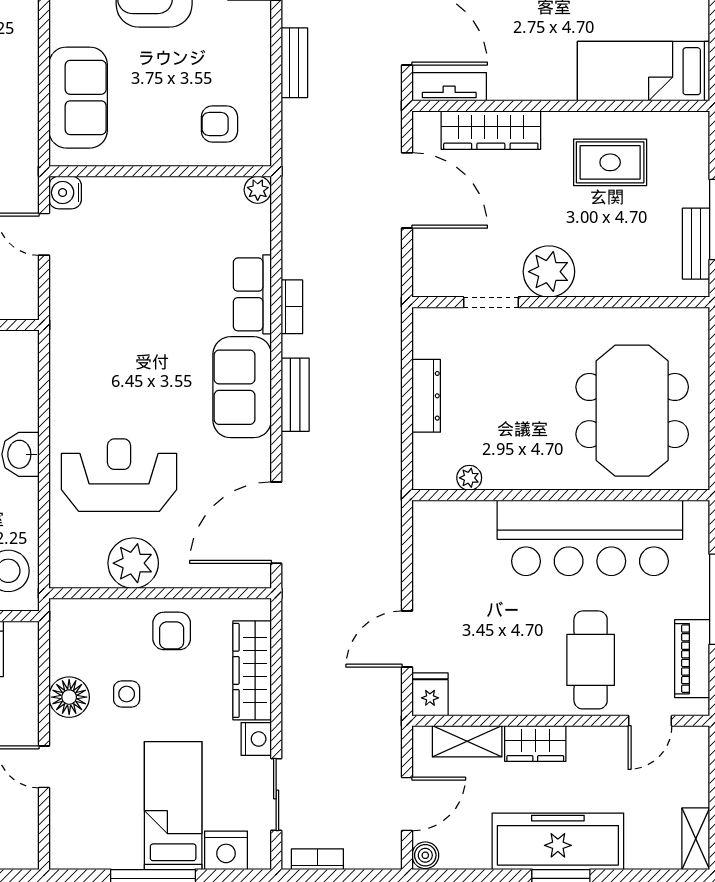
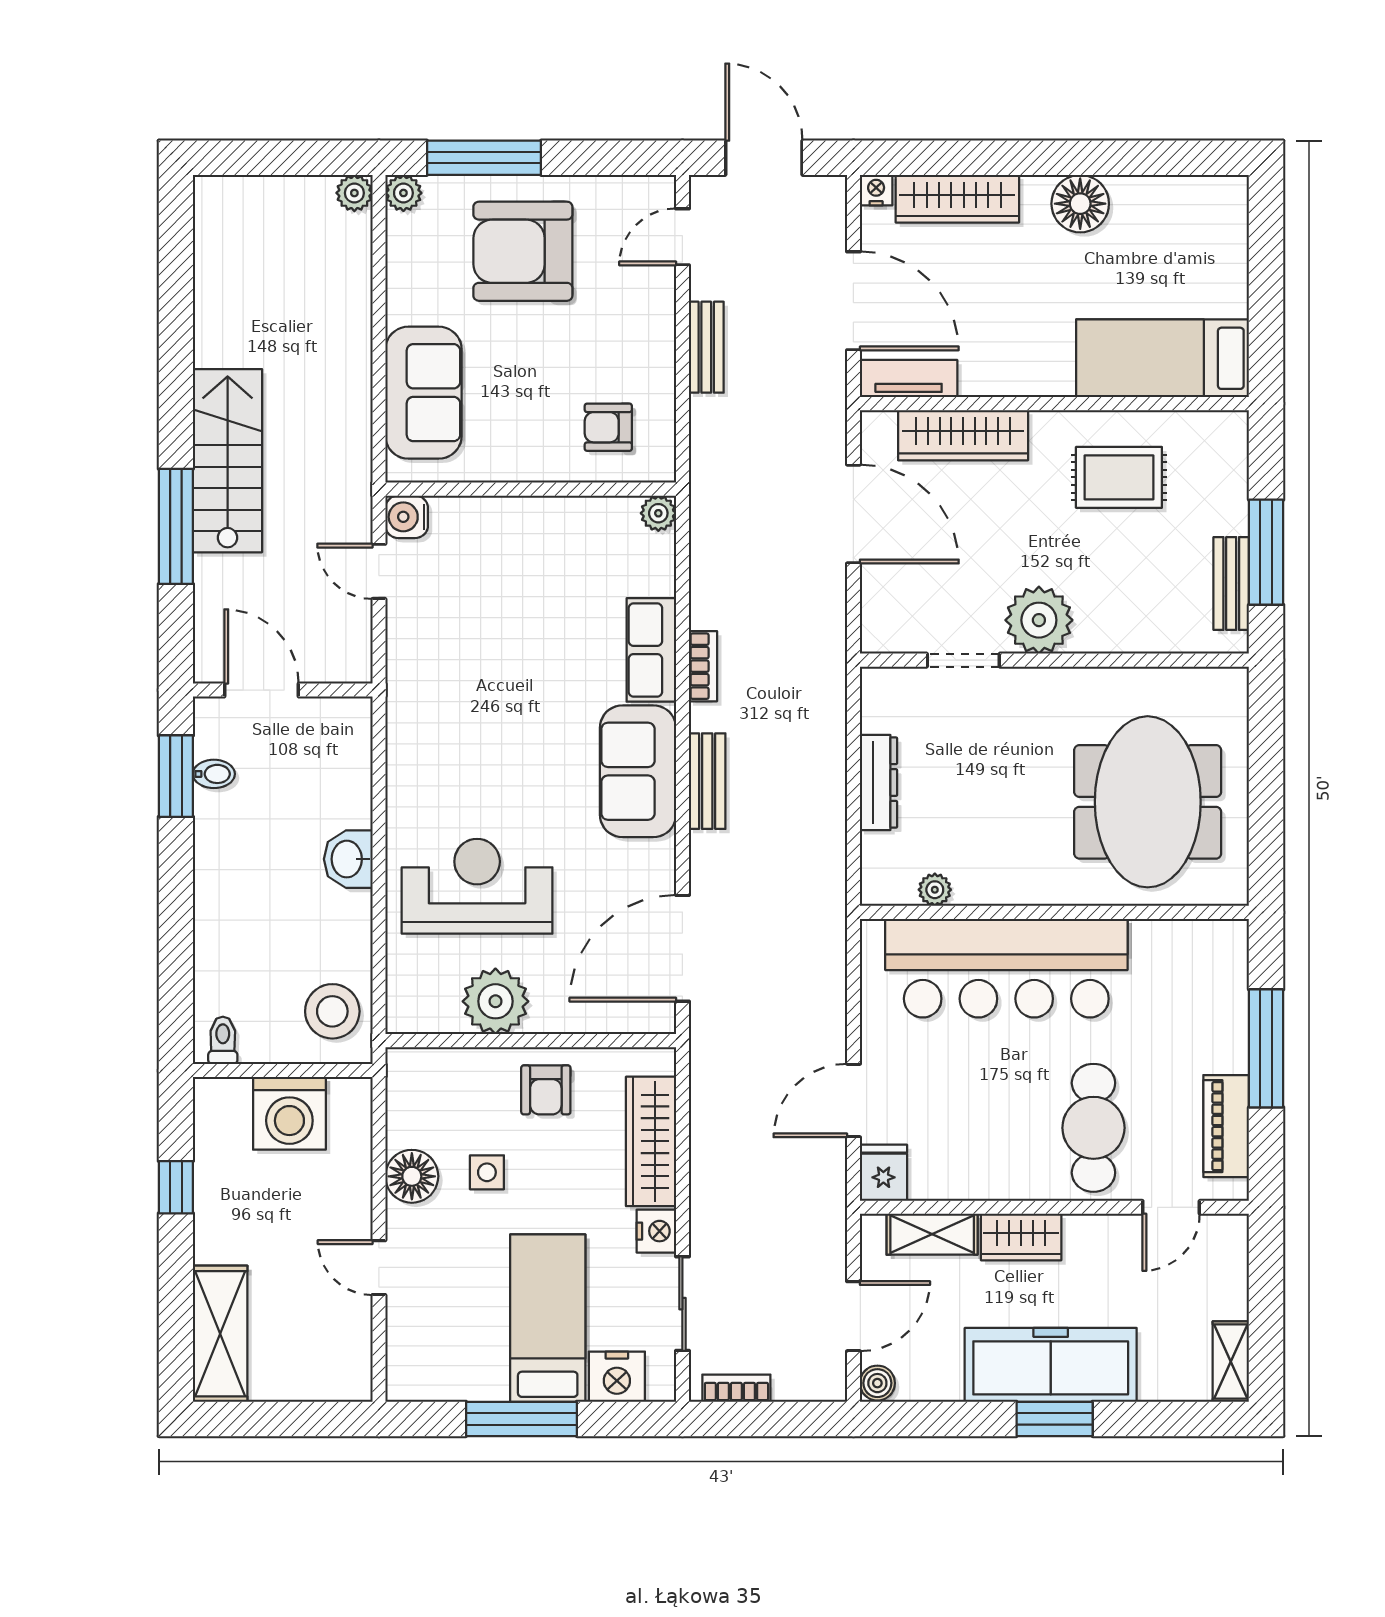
bar counter: (590, 538) -> (1006, 968), moved

